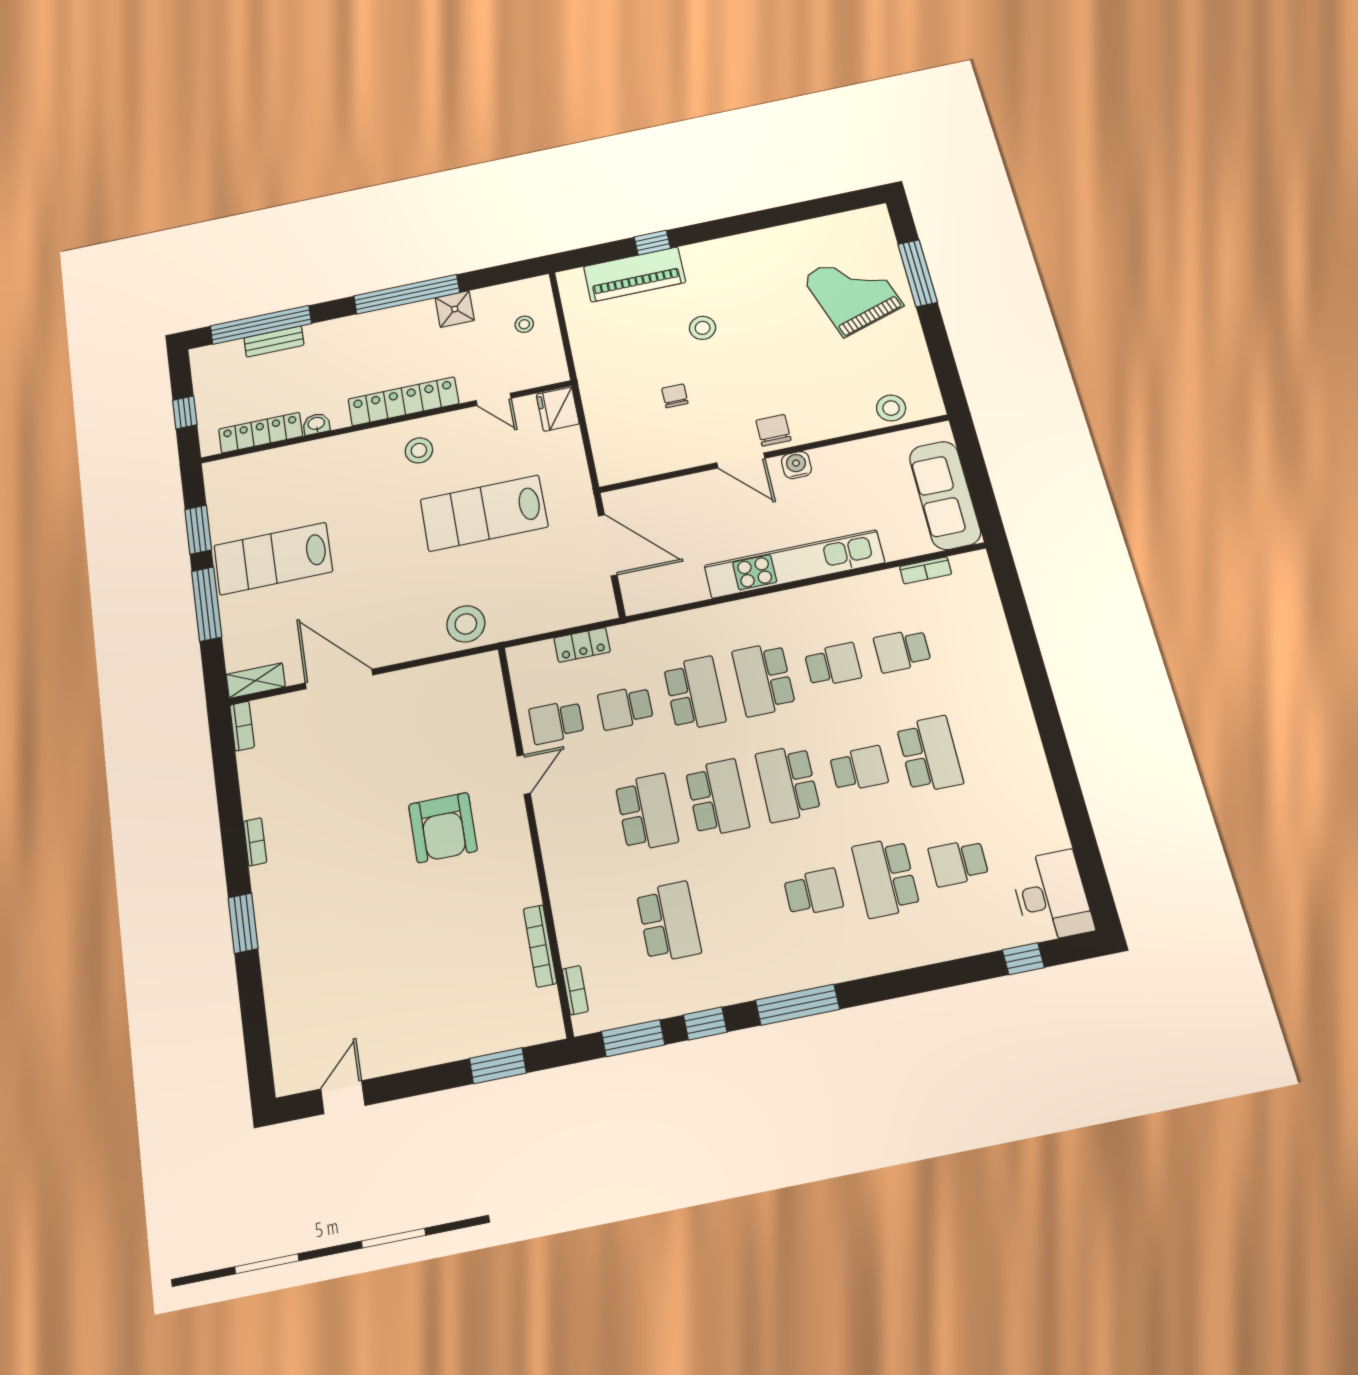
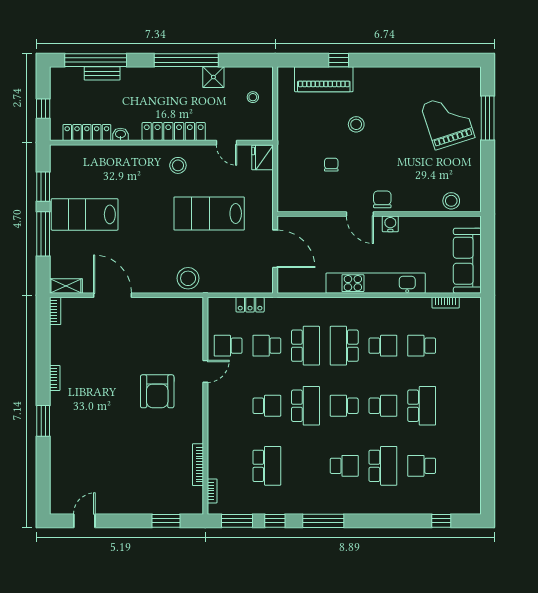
school desk: (788, 783) -> (344, 406), width x0.54
school desk: (647, 812) -> (267, 406), width x0.54
school desk: (886, 877) -> (383, 466), turned 180
desk: (1052, 896) -> (464, 492), removed

